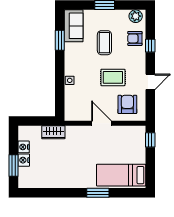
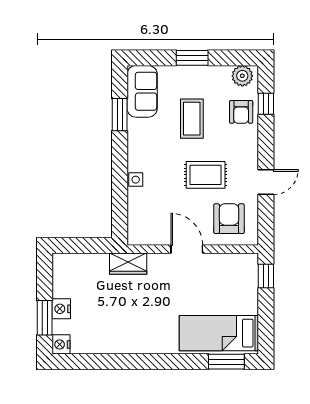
armchair: (135, 38) -> (241, 112), turned -90
window: (150, 46) -> (266, 104), moved
wardrobe: (53, 132) -> (128, 264), moved
nightstand: (24, 147) -> (61, 344), moved
window: (98, 193) -> (226, 362), moved

